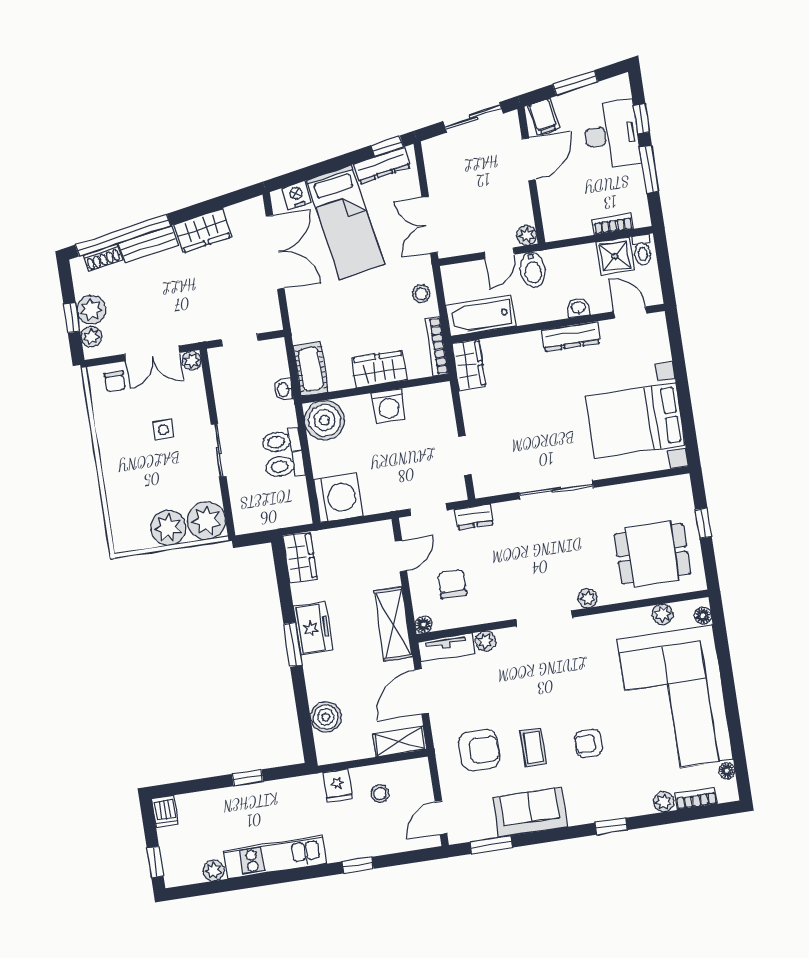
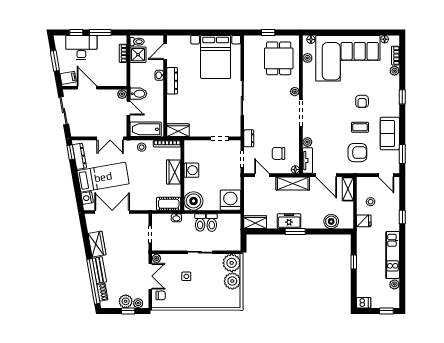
bathtub: (481, 316) -> (146, 129), moved, turned 90
armchair: (479, 750) -> (357, 153), turned 90

